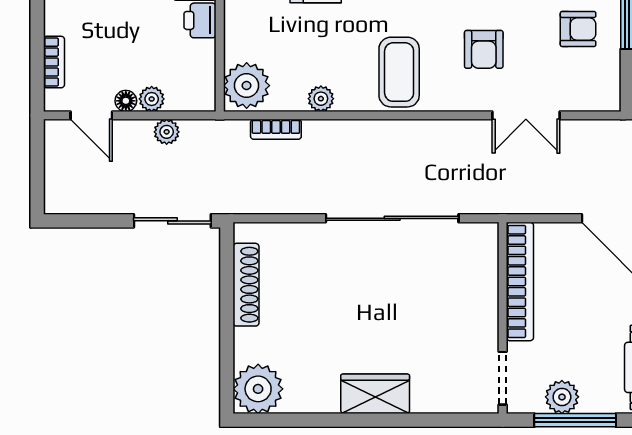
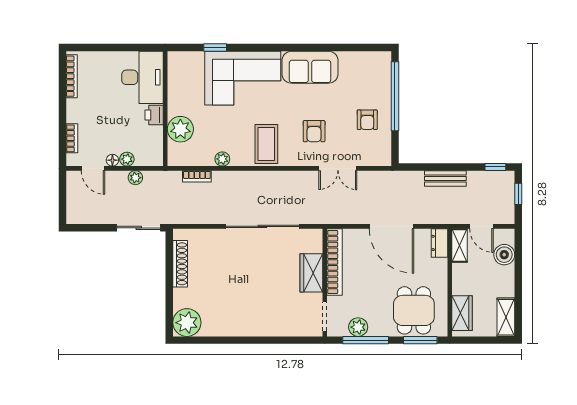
armchair: (578, 29) -> (367, 120), turned 90
plant: (247, 86) -> (180, 129), moved
wardrobe: (375, 394) -> (311, 273), moved, turned -90

